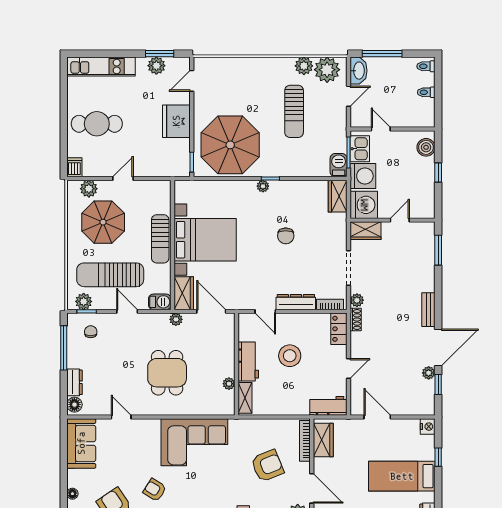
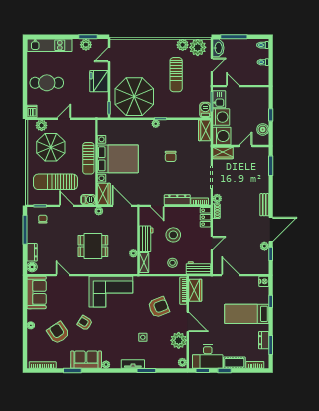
boiler: (426, 147) -> (263, 129), moved
plant: (84, 301) -> (38, 199), removed
dining table: (167, 373) -> (93, 246), turned 90
stool: (289, 398) -> (173, 263), added

